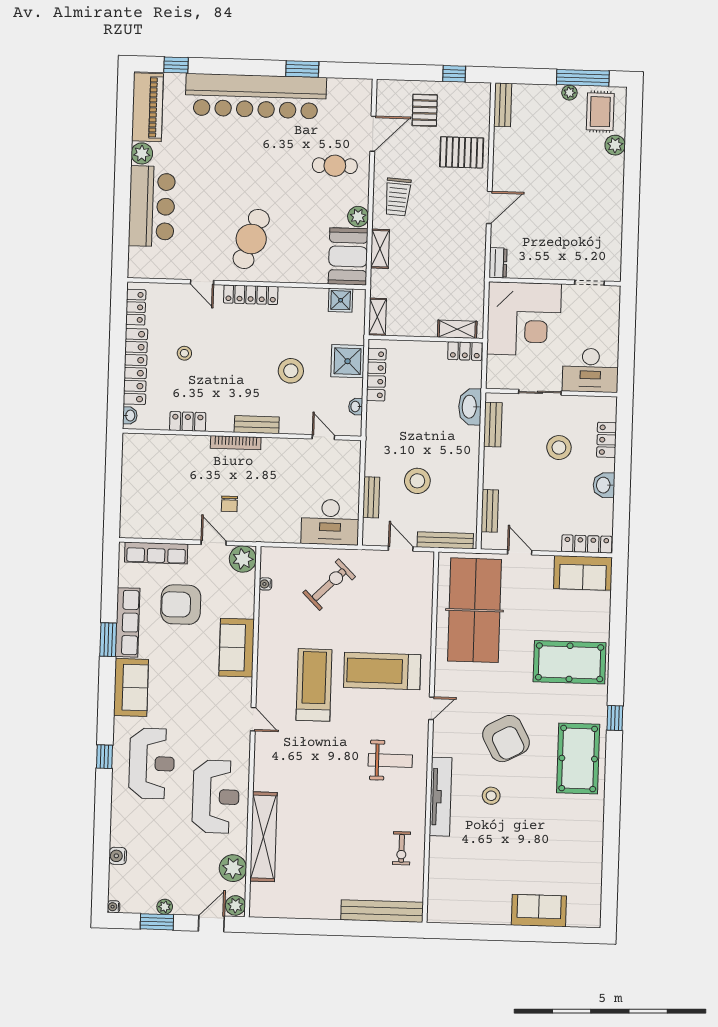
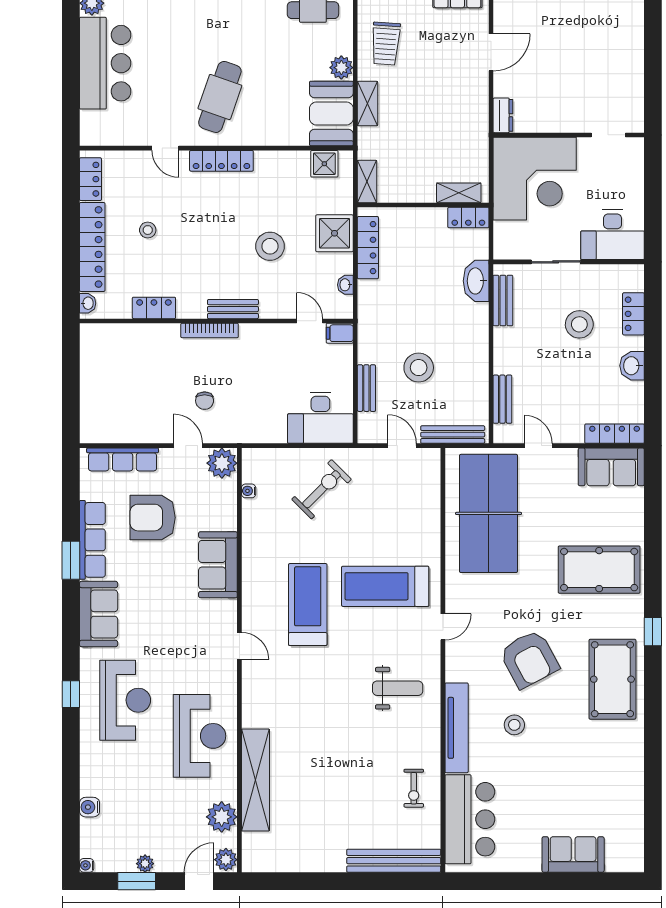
filing cabinet: (349, 449) -> (340, 333), added
bar counter: (450, 877) -> (470, 819), added

